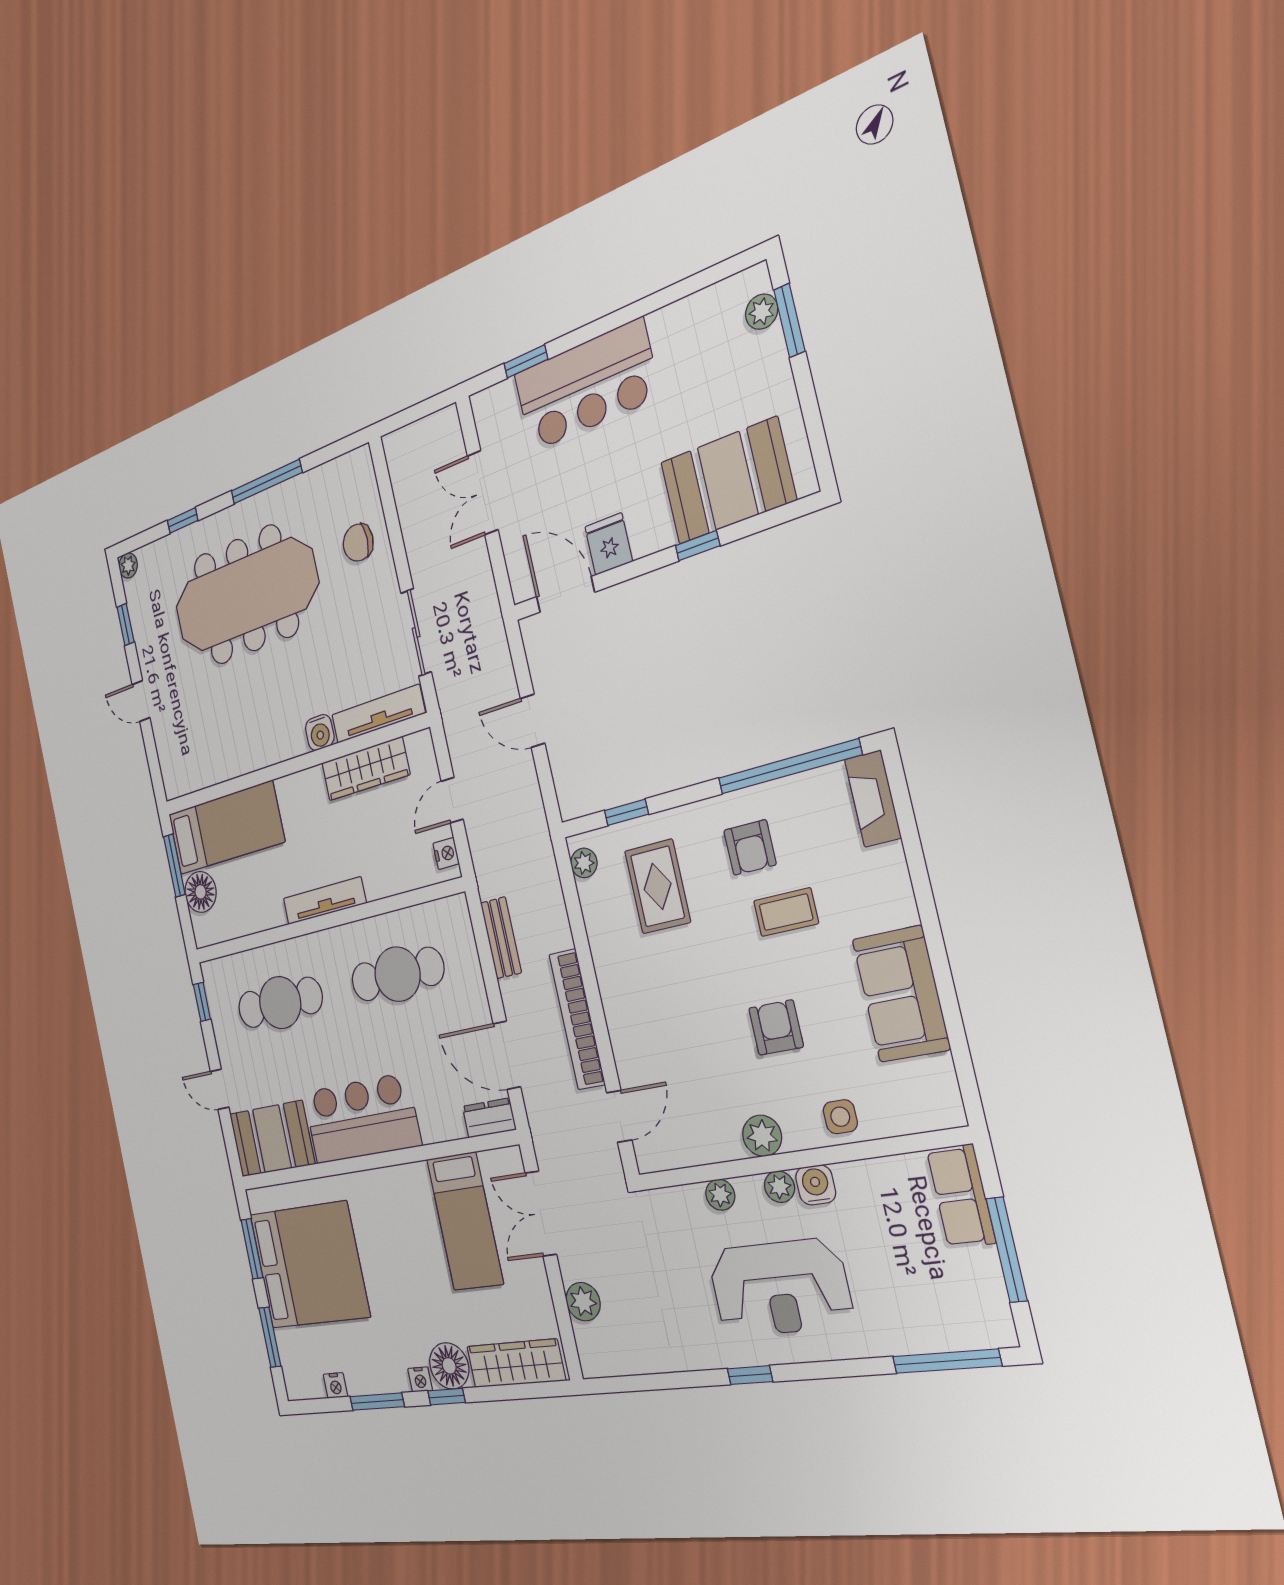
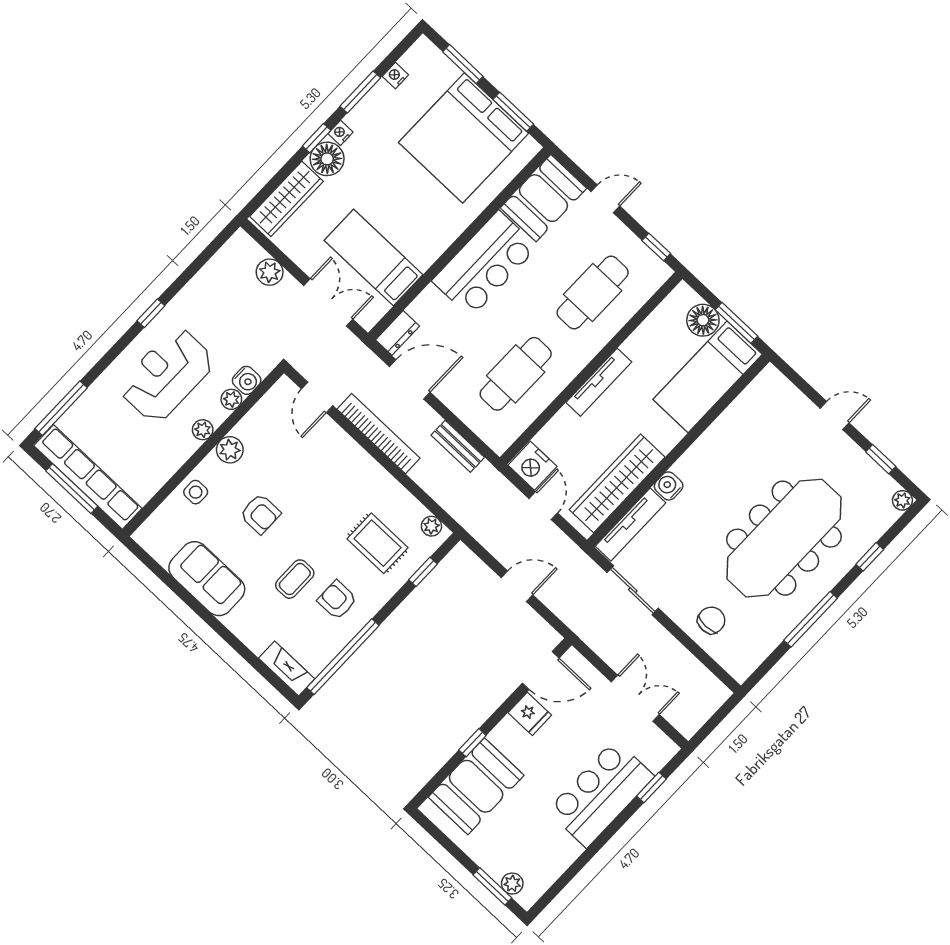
wardrobe: (365, 769) -> (617, 483), width x1.40, depth x1.17
nightstand: (446, 853) -> (532, 466), width x1.89, depth x1.79
water cooler: (816, 1185) -> (247, 380), moved
row of seats: (961, 1196) -> (88, 477), width x2.02

